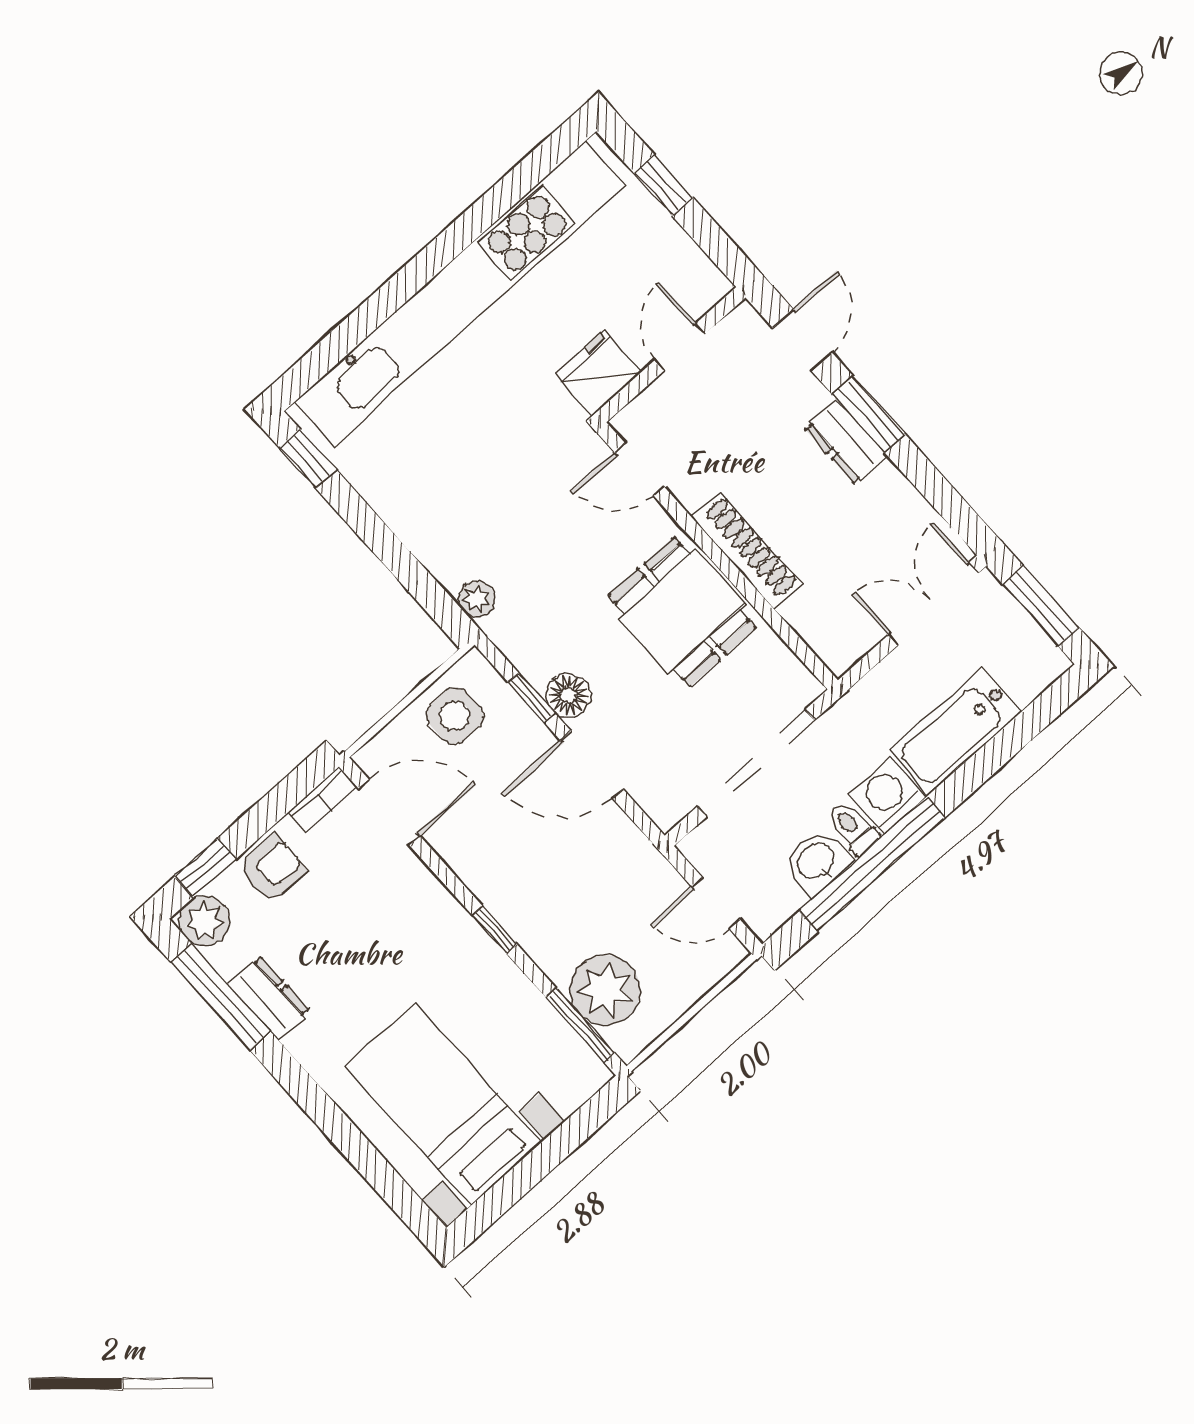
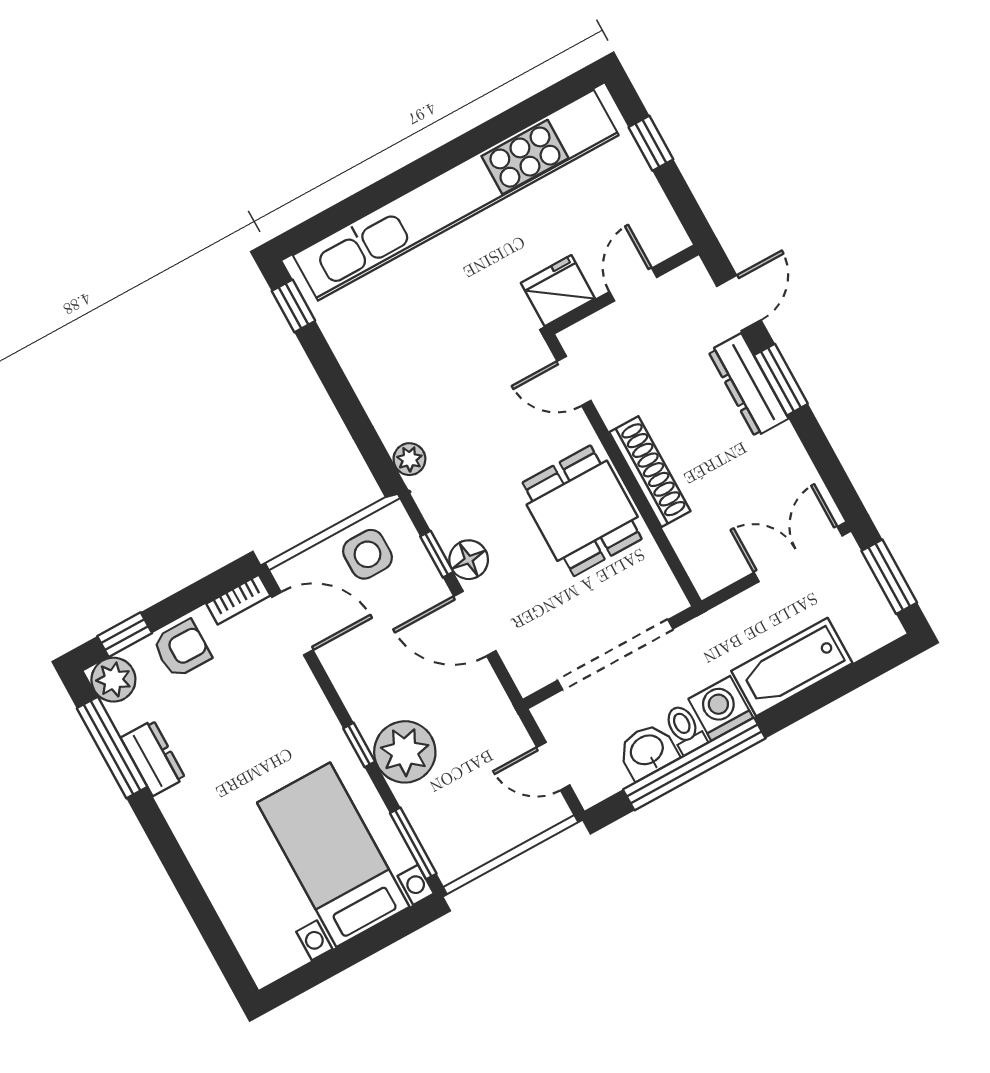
dresser: (846, 442) -> (748, 385), width x1.44
plant: (605, 990) -> (405, 752), moved
bed with nightstands: (443, 1104) -> (333, 855), moved

